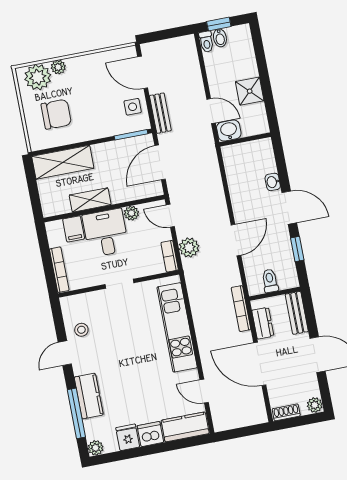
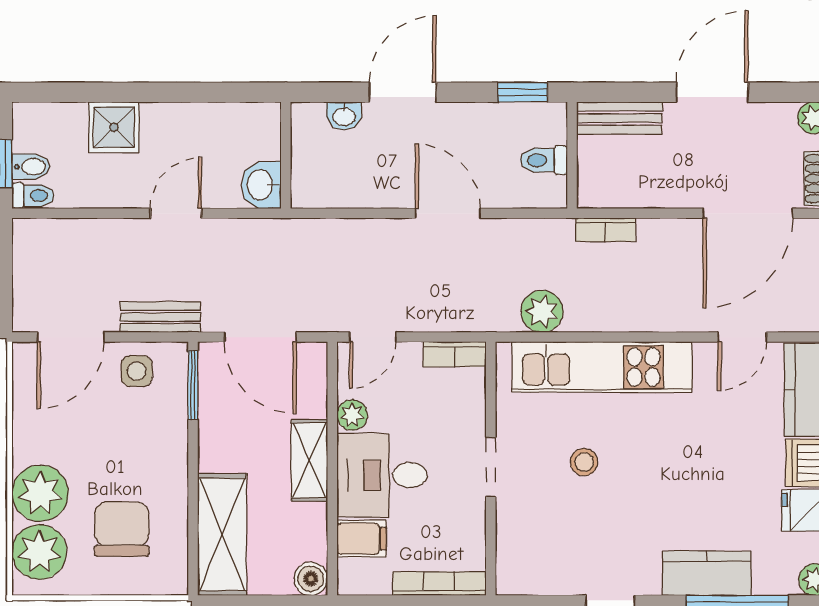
plant: (58, 67) -> (40, 493), width x1.88, depth x1.88
shower: (250, 91) -> (114, 127), moved
washbasin: (229, 130) -> (261, 185), moved
wall: (245, 139) -> (286, 155), moved
shelving: (90, 200) -> (309, 460), moved
boiler: (50, 208) -> (311, 579), added
plant: (189, 248) -> (542, 311), moved
window: (297, 249) -> (523, 92), moved
bookcase: (241, 309) -> (606, 230), width x0.64
dresser: (263, 323) -> (627, 191), removed
stool: (81, 330) -> (584, 462), moved
door: (260, 364) -> (748, 213), moved

